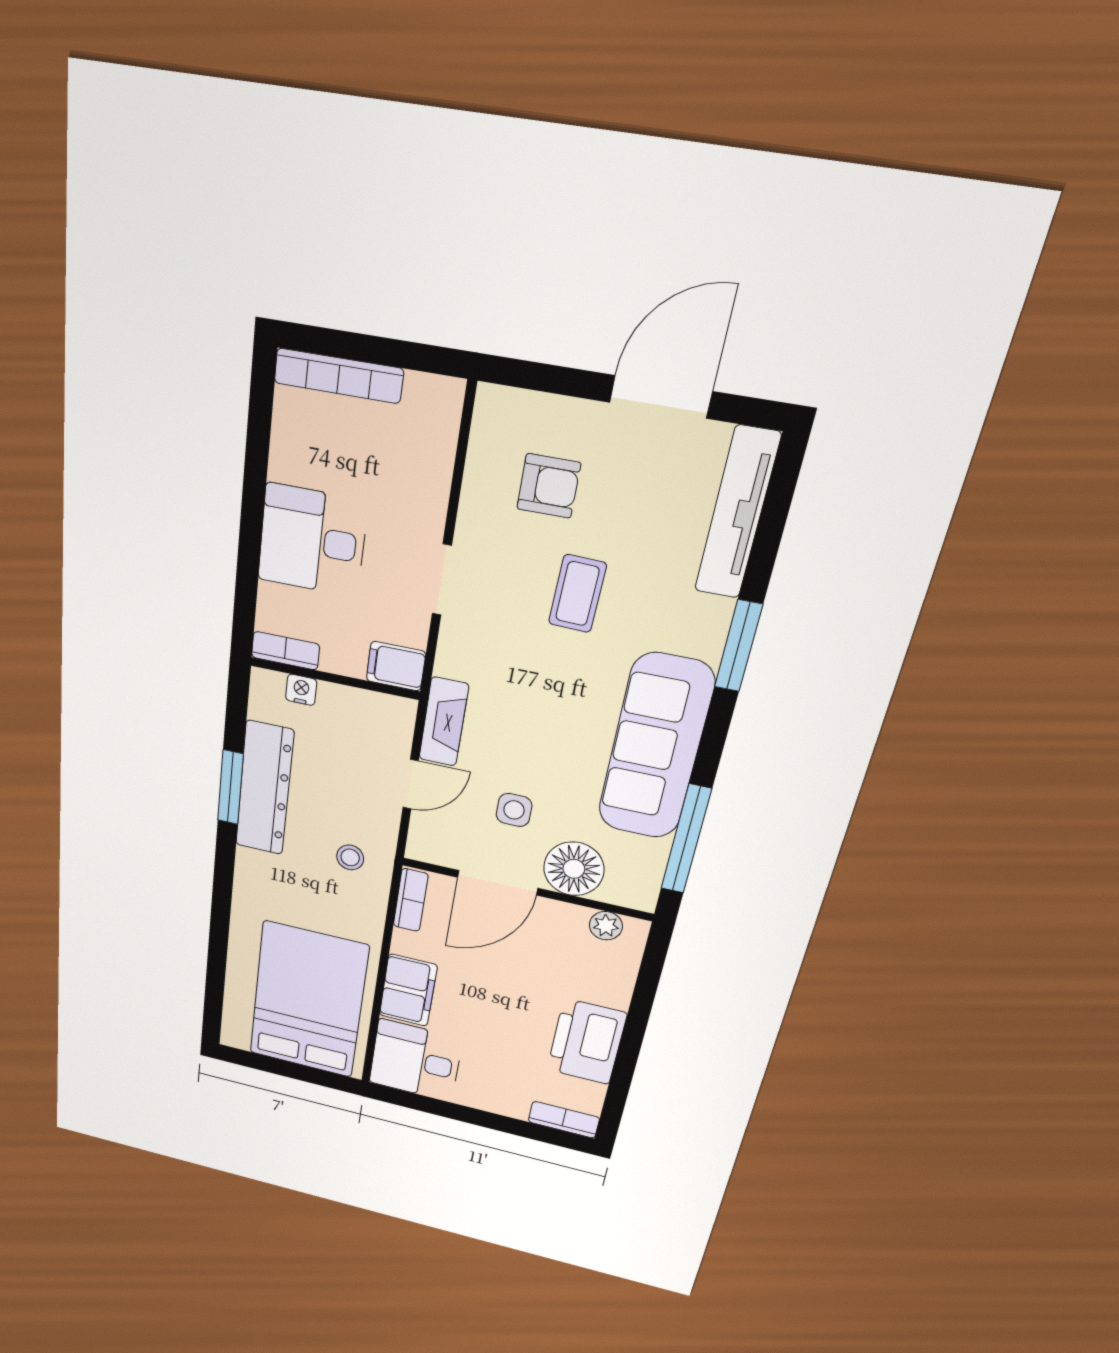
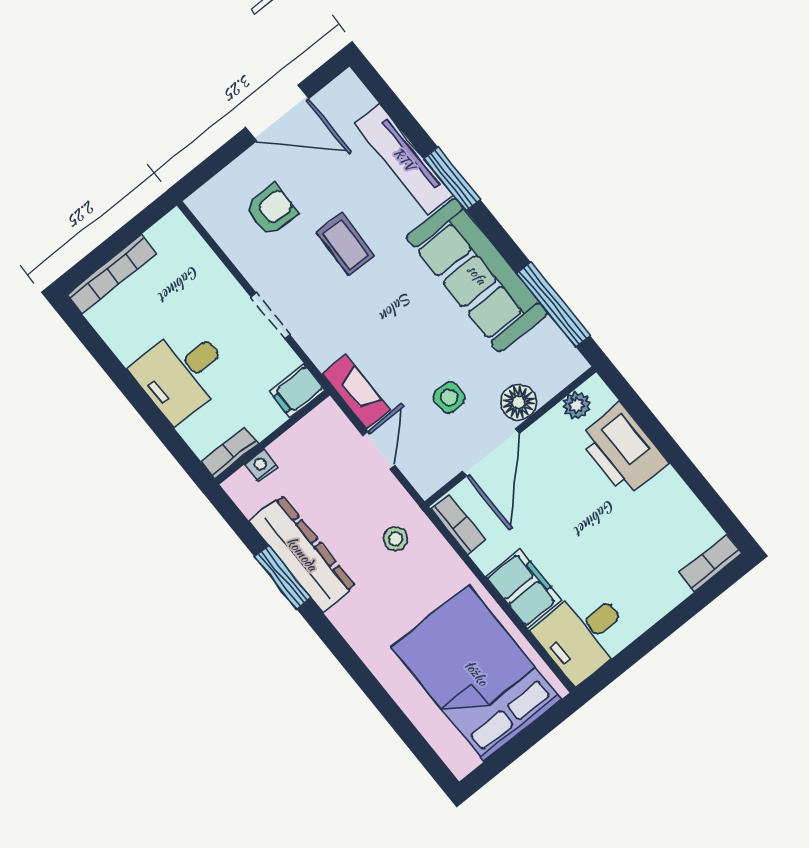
door: (661, 397) -> (277, 113), swing flipped
tv unit: (737, 513) -> (404, 159), moved
floor lamp: (574, 869) -> (519, 402), width x0.73, depth x0.73
printer: (587, 1042) -> (623, 450), moved

